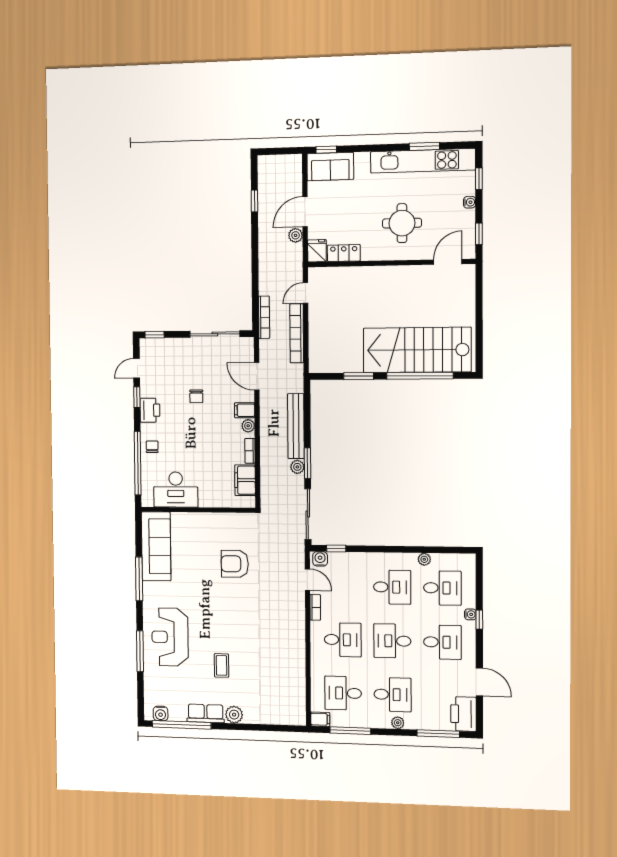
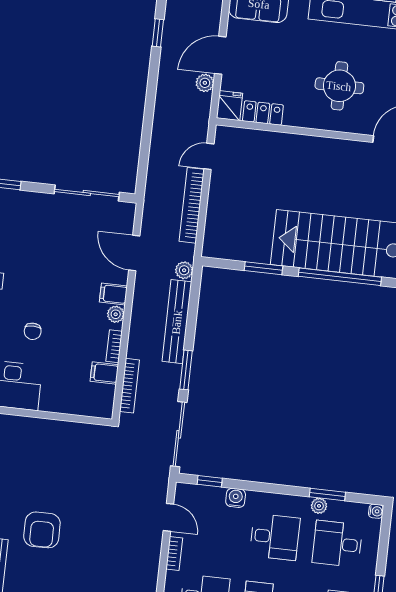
bookcase: (264, 317) -> (129, 386), moved
chair: (196, 396) -> (33, 331), moved
plant: (297, 467) -> (184, 270), moved
filing cabinet: (245, 480) -> (104, 373), width x0.50
window: (430, 550) -> (327, 495), added
water cooler: (320, 559) -> (236, 498), moved
armchair: (235, 564) -> (42, 530), moved, turned -91
desk: (442, 588) -> (337, 544), turned 180
water cooler: (470, 614) -> (376, 511), moved

